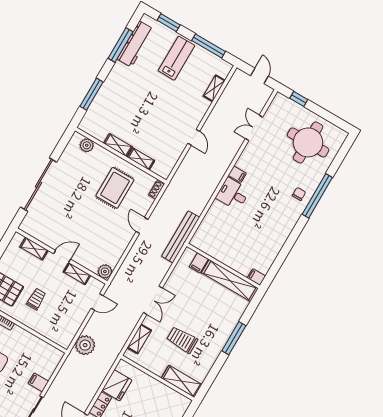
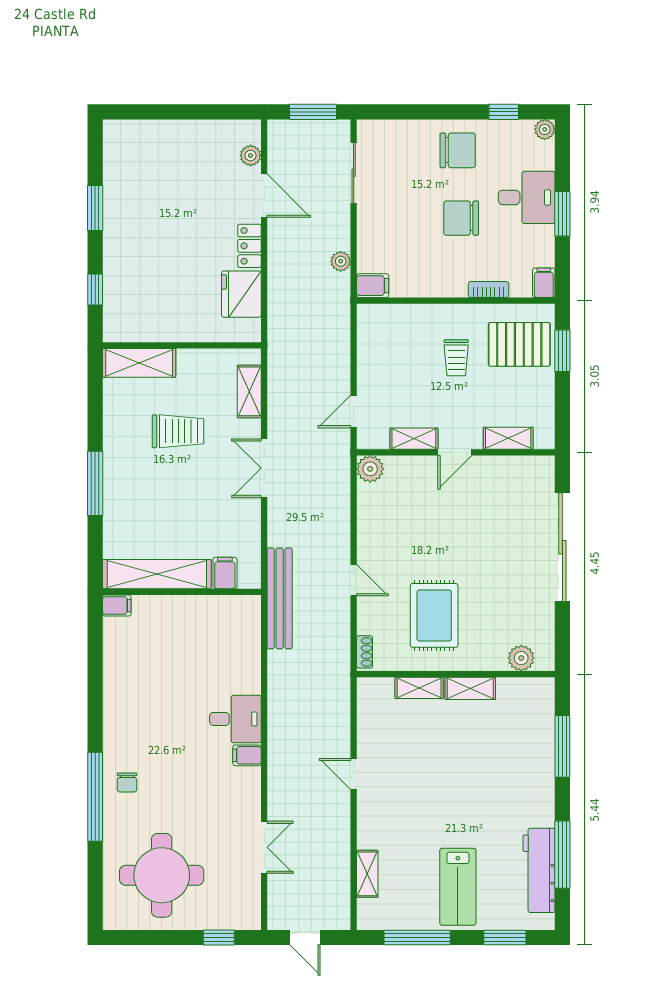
plant: (85, 345) -> (341, 261), moved, width x0.53, depth x0.53
filing cabinet: (38, 382) -> (373, 286), moved

